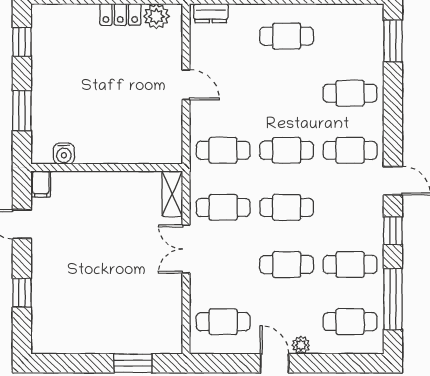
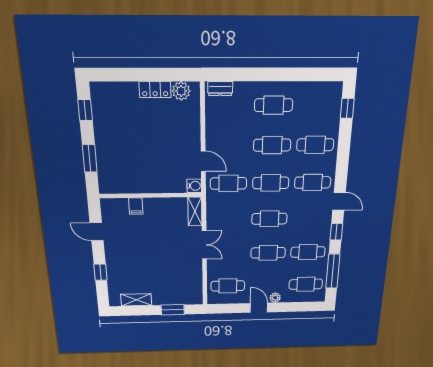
window: (393, 41) -> (347, 108), width x0.67
door: (186, 85) -> (203, 161), moved
water cooler: (64, 154) -> (194, 186), moved, turned -90
filing cabinet: (41, 184) -> (136, 206), moved
cafe table: (223, 207) -> (272, 145), moved
double door: (186, 249) -> (204, 245), swing flipped
shelving: (75, 343) -> (136, 300), added

